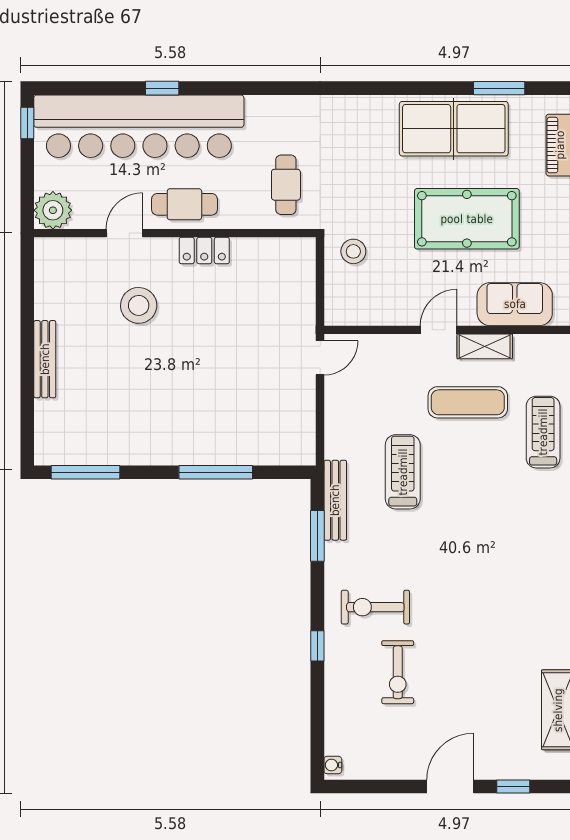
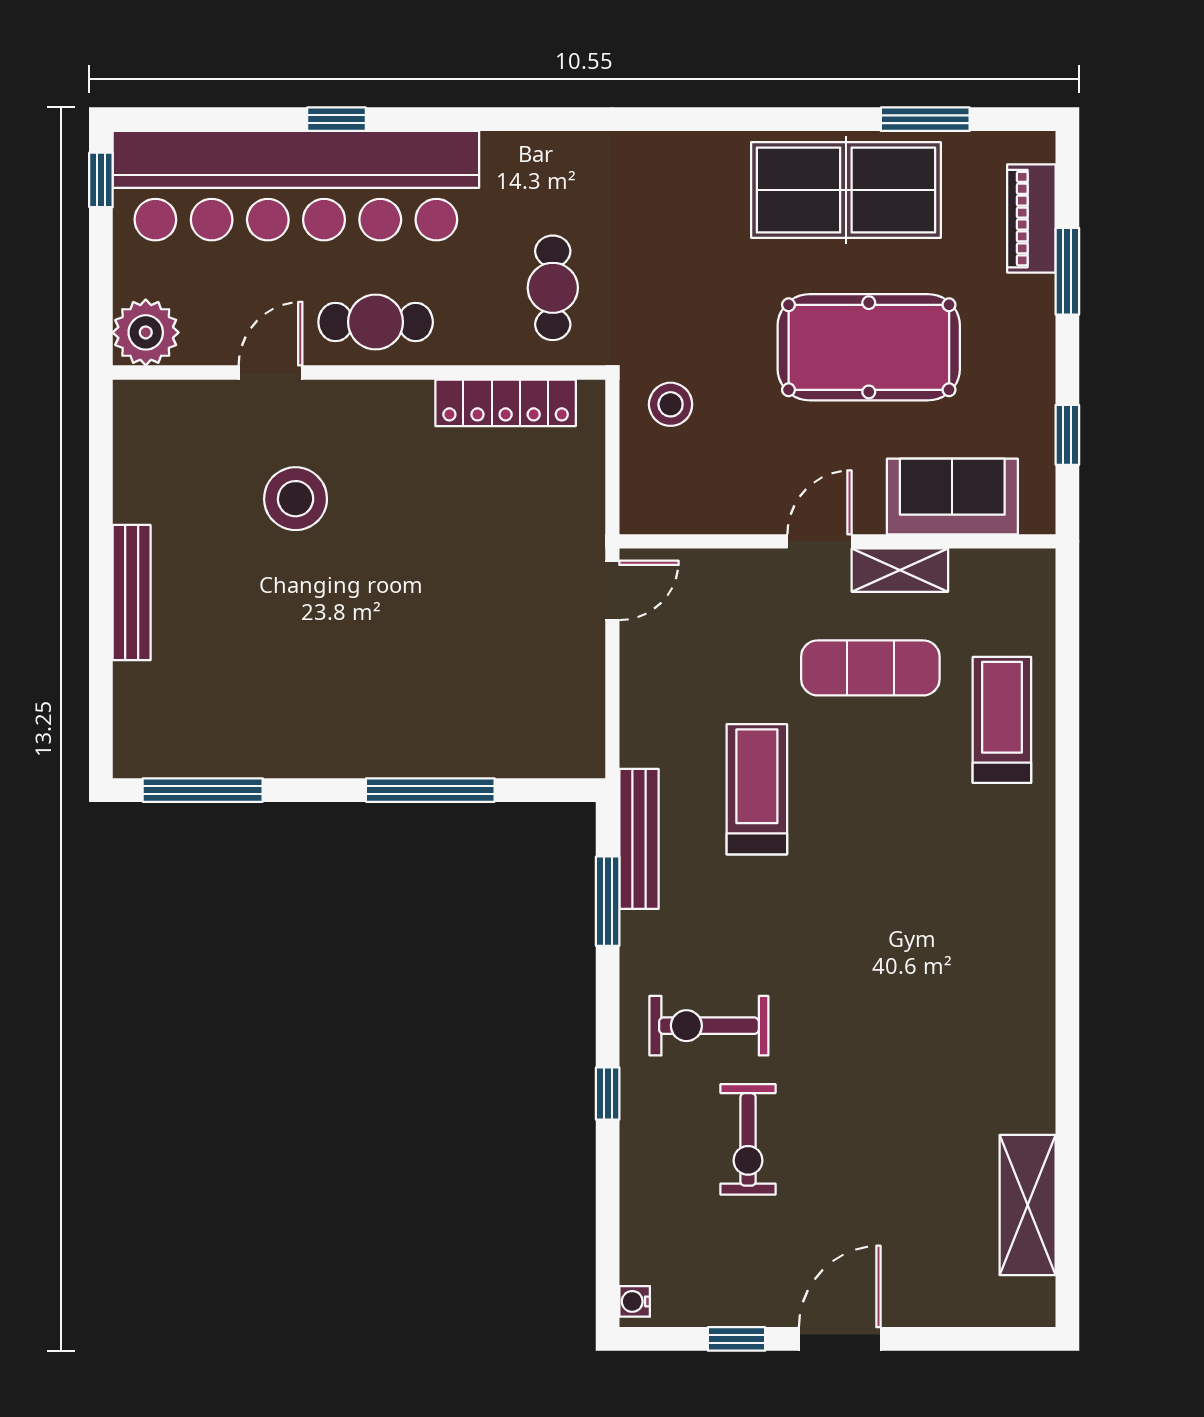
locker: (204, 251) -> (506, 403), moved, width x1.53
window: (513, 786) -> (737, 1339), moved

